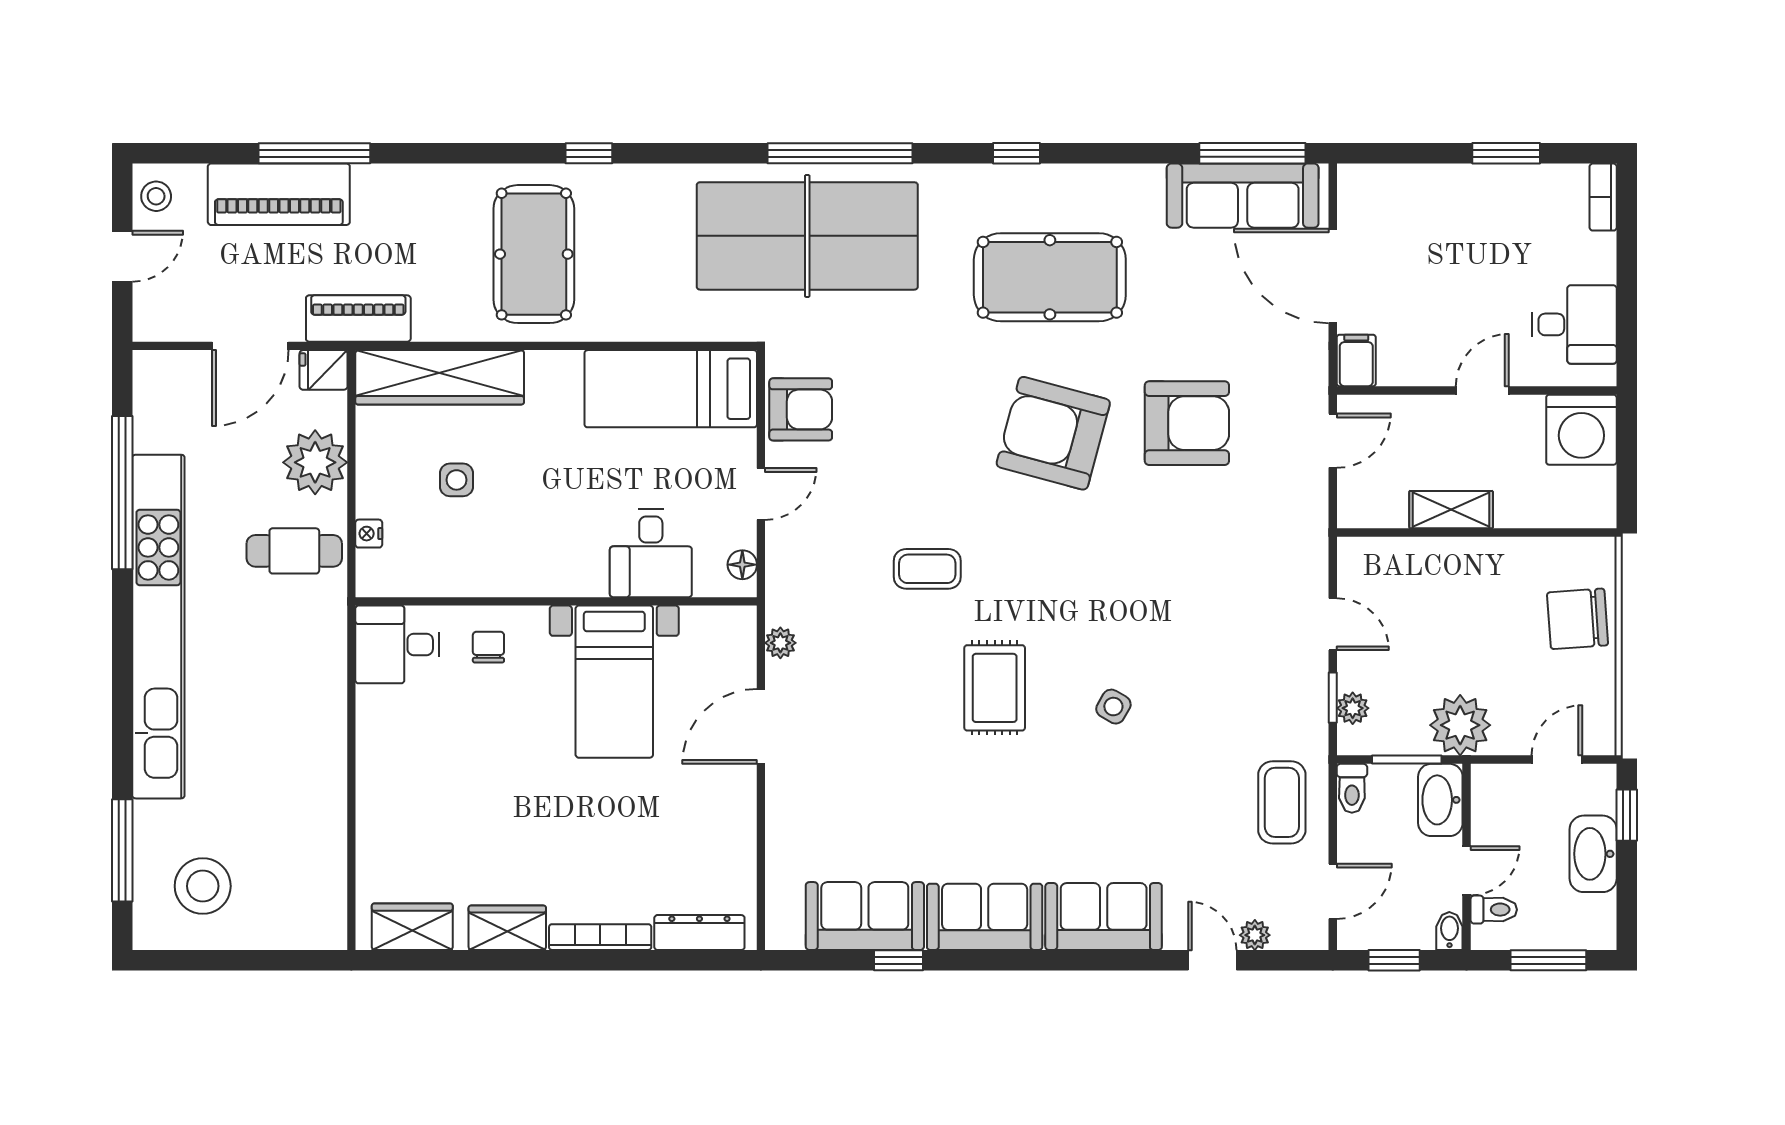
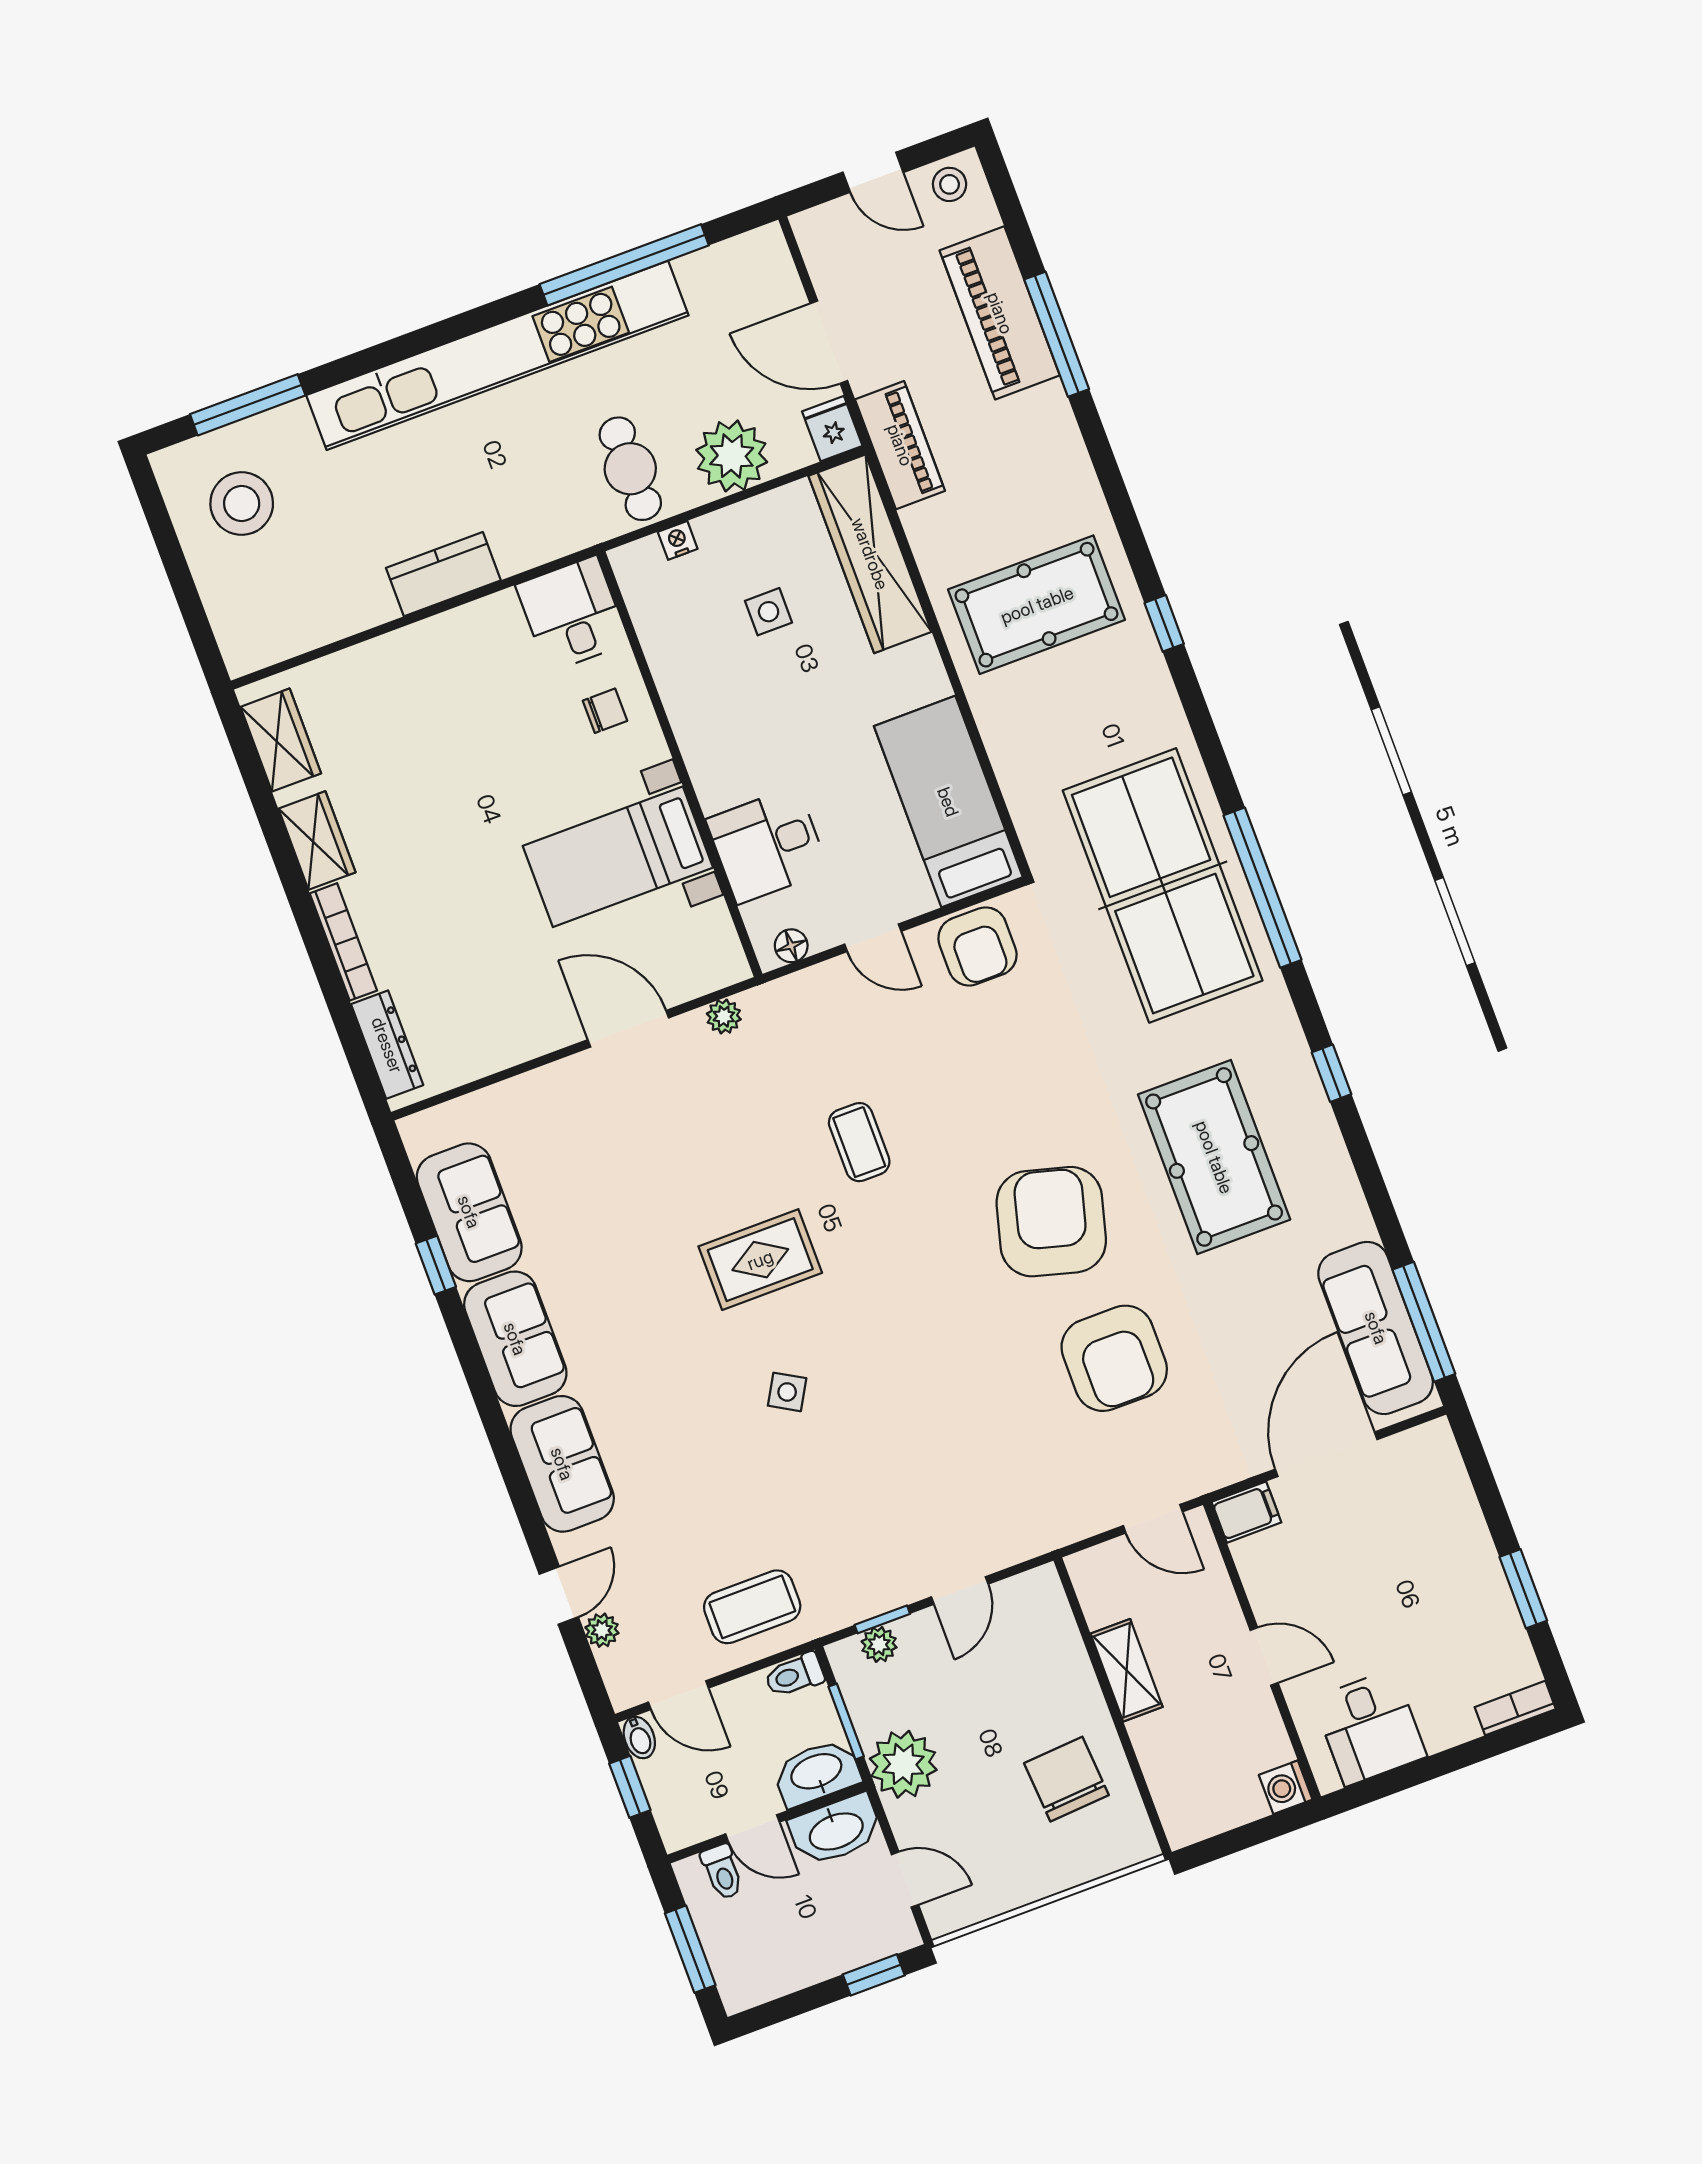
washing machine: (1581, 430) -> (1286, 1787), width x0.53, depth x0.53
chair: (1578, 619) -> (1066, 1779), moved
kitchen counter: (324, 740) -> (443, 574), added
washbasin: (1593, 854) -> (836, 1830), moved, turned 180
bidet: (1449, 931) -> (639, 1738), moved, turned 90

